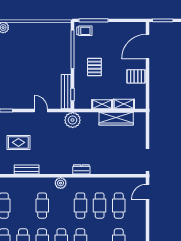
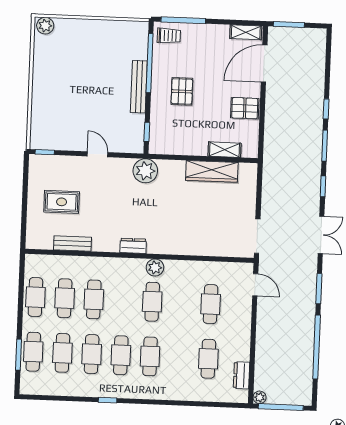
bench: (66, 92) -> (139, 87), moved
shelving: (102, 104) -> (246, 32), moved
dresser: (81, 169) -> (133, 246), moved
plant: (61, 183) -> (155, 268), moved
door: (148, 192) -> (255, 285), swing flipped
cafe table: (100, 206) -> (65, 298), moved

